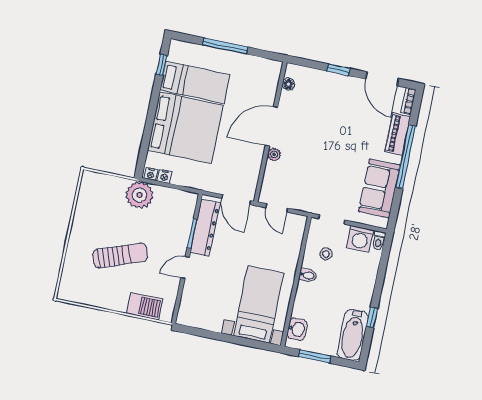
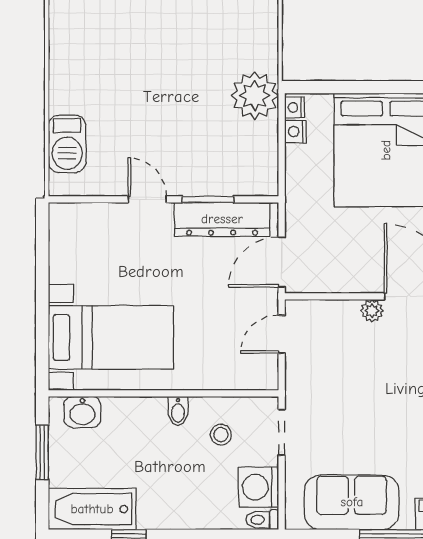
sun lounger: (120, 255) -> (145, 84), removed

